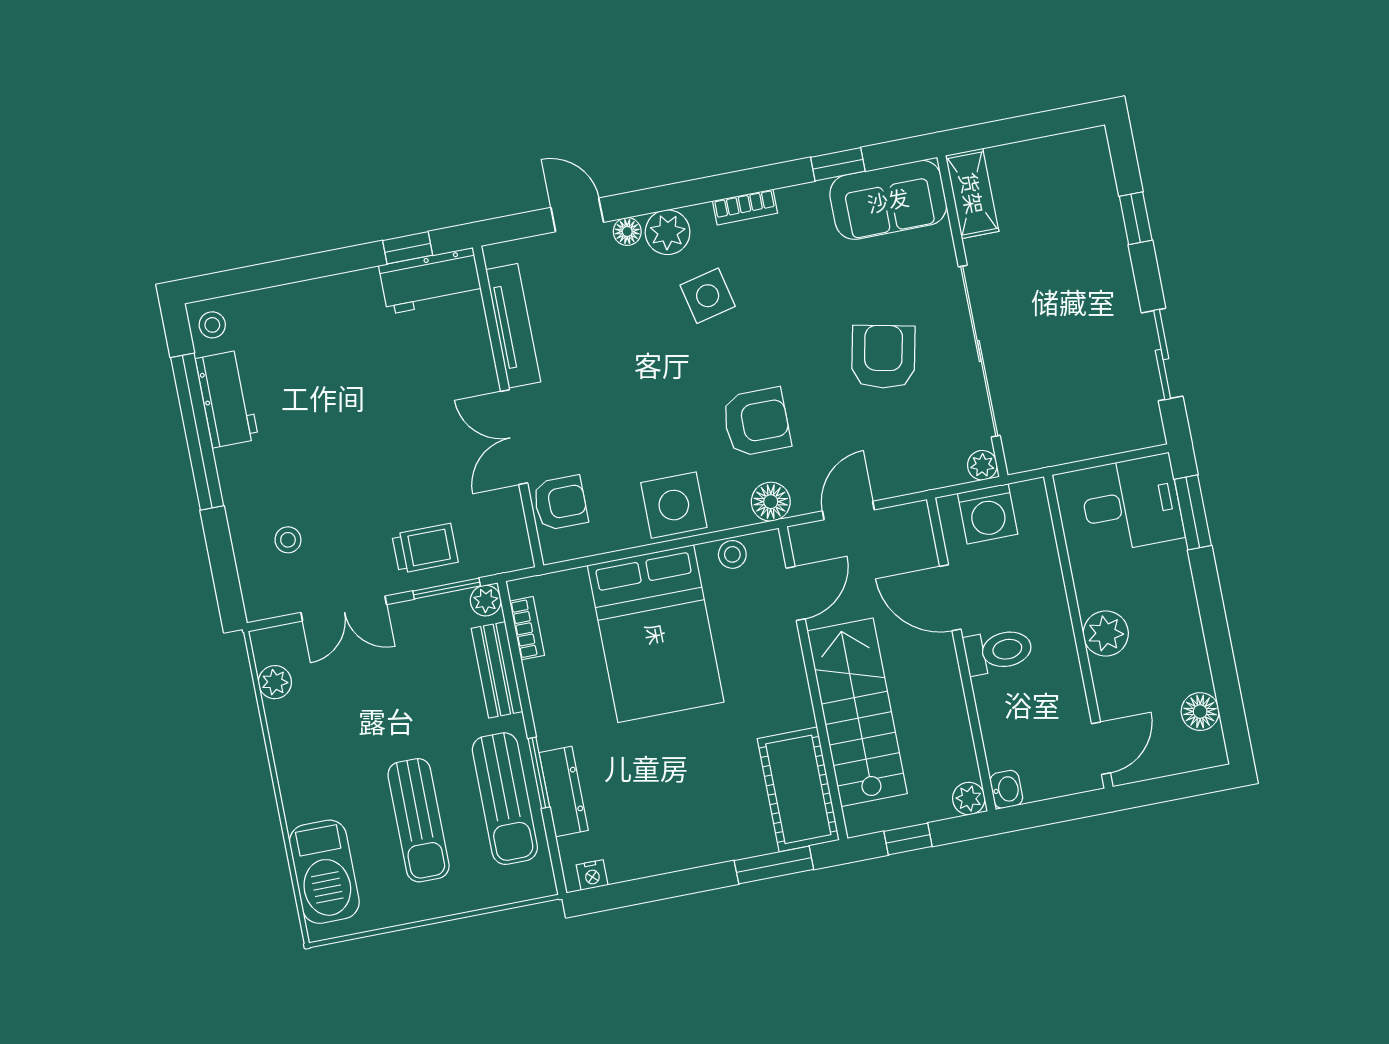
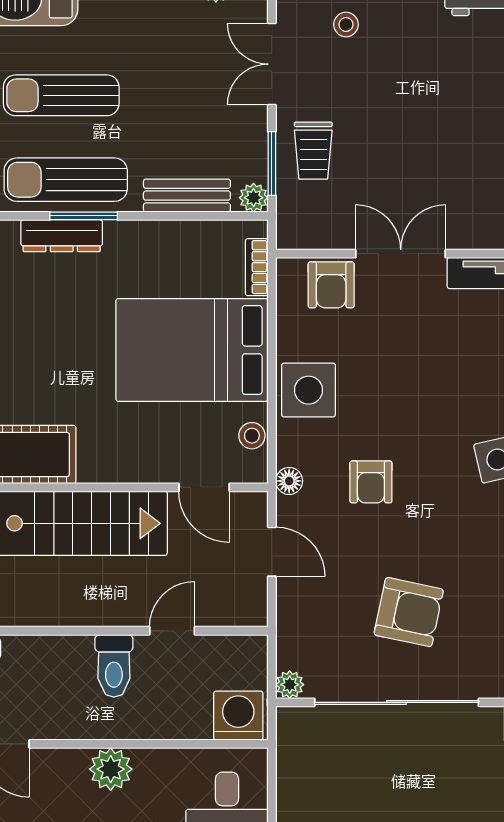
armchair: (756, 422) -> (371, 482), width x0.72, depth x0.72
floor lamp: (771, 502) -> (289, 481), width x0.73, depth x0.73
washing machine: (988, 514) -> (238, 716), moved, turned 90
door: (950, 598) -> (172, 631), width x0.73
bookcase: (527, 628) -> (257, 267), moved, turned 90

